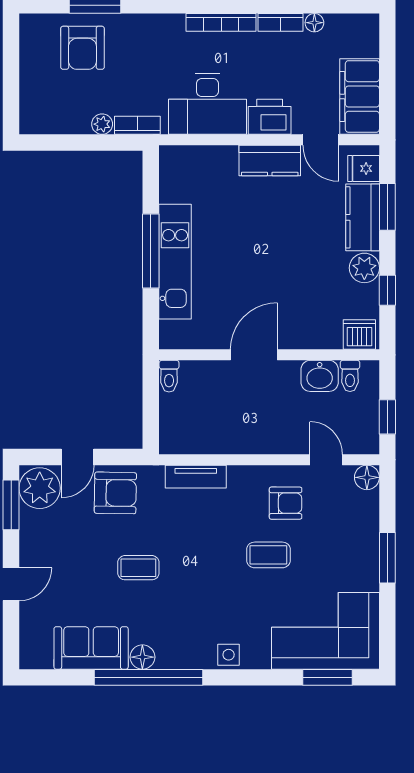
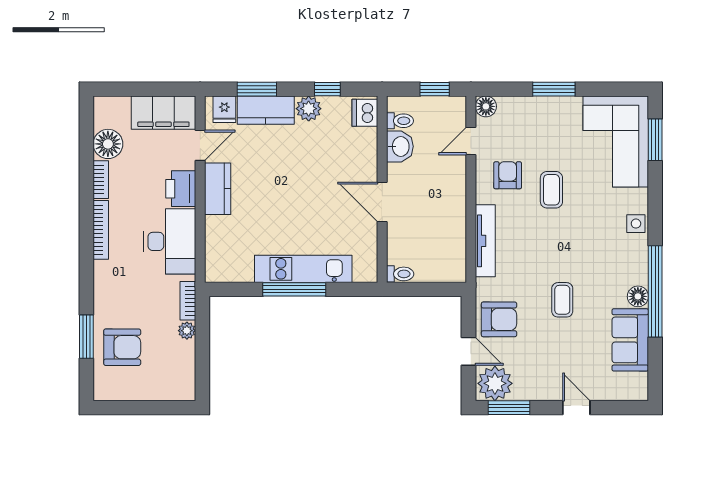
floor lamp: (314, 23) -> (108, 144), width x1.89, depth x1.89
tv unit: (196, 477) -> (485, 241), width x1.41
armchair: (115, 493) -> (499, 319), turned 89

